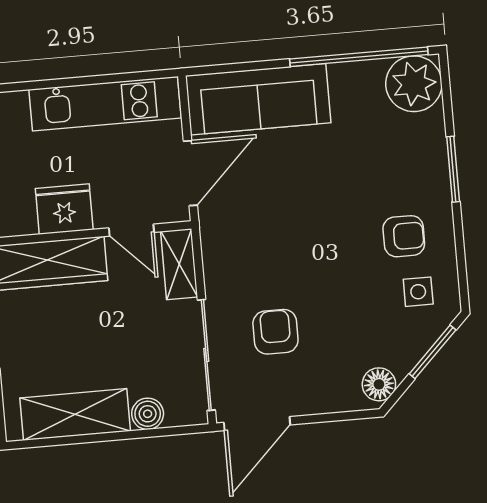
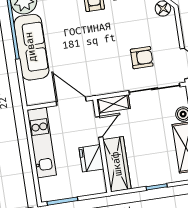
sofa: (258, 99) -> (31, 47), moved
armchair: (275, 332) -> (142, 58), turned 180

